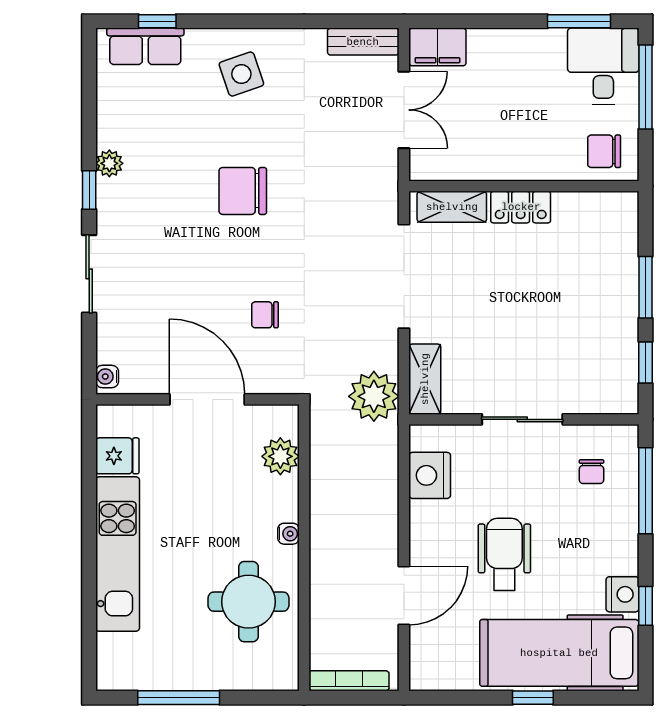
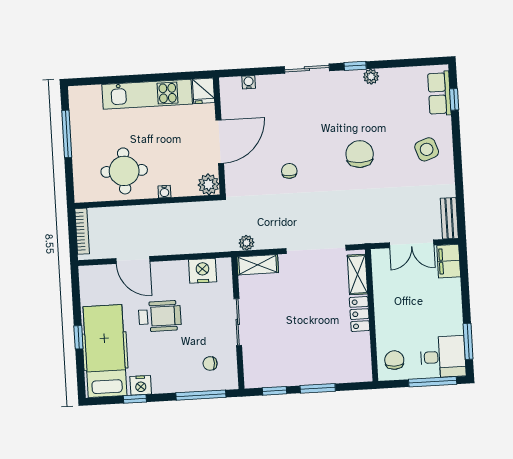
plant: (374, 396) -> (246, 243), width x0.53, depth x0.53
wall: (197, 399) -> (219, 136), moved
door: (207, 399) -> (220, 142), moved

